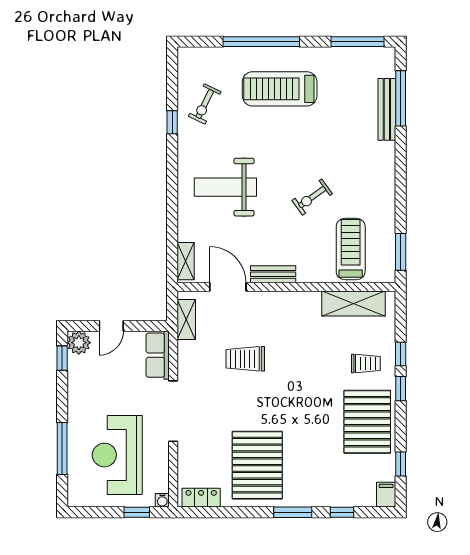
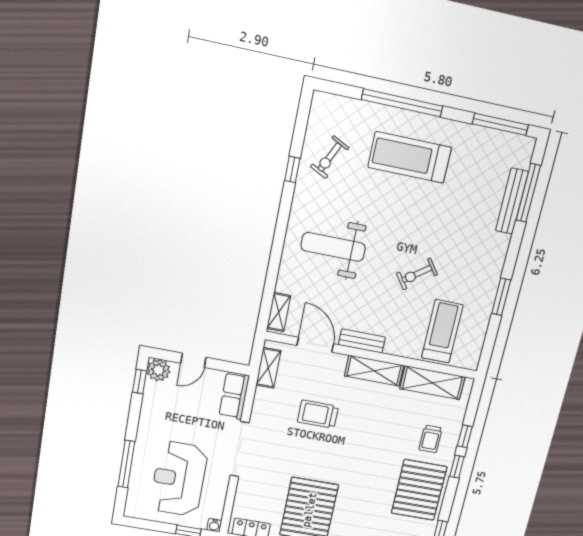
window: (401, 252) -> (501, 297), moved
shelving: (292, 302) -> (374, 371), added
trolley: (366, 363) -> (431, 439), turned 90

